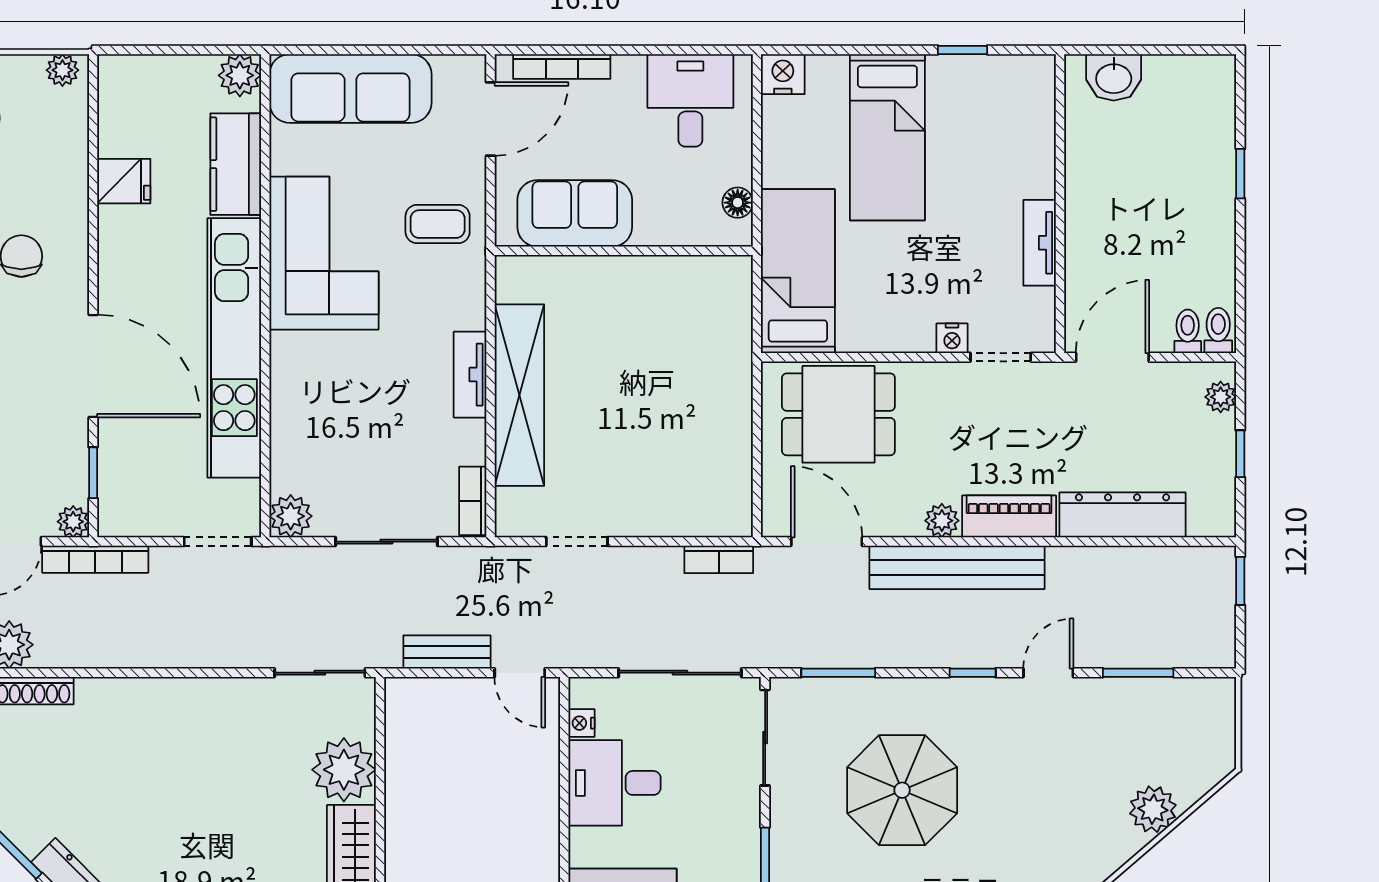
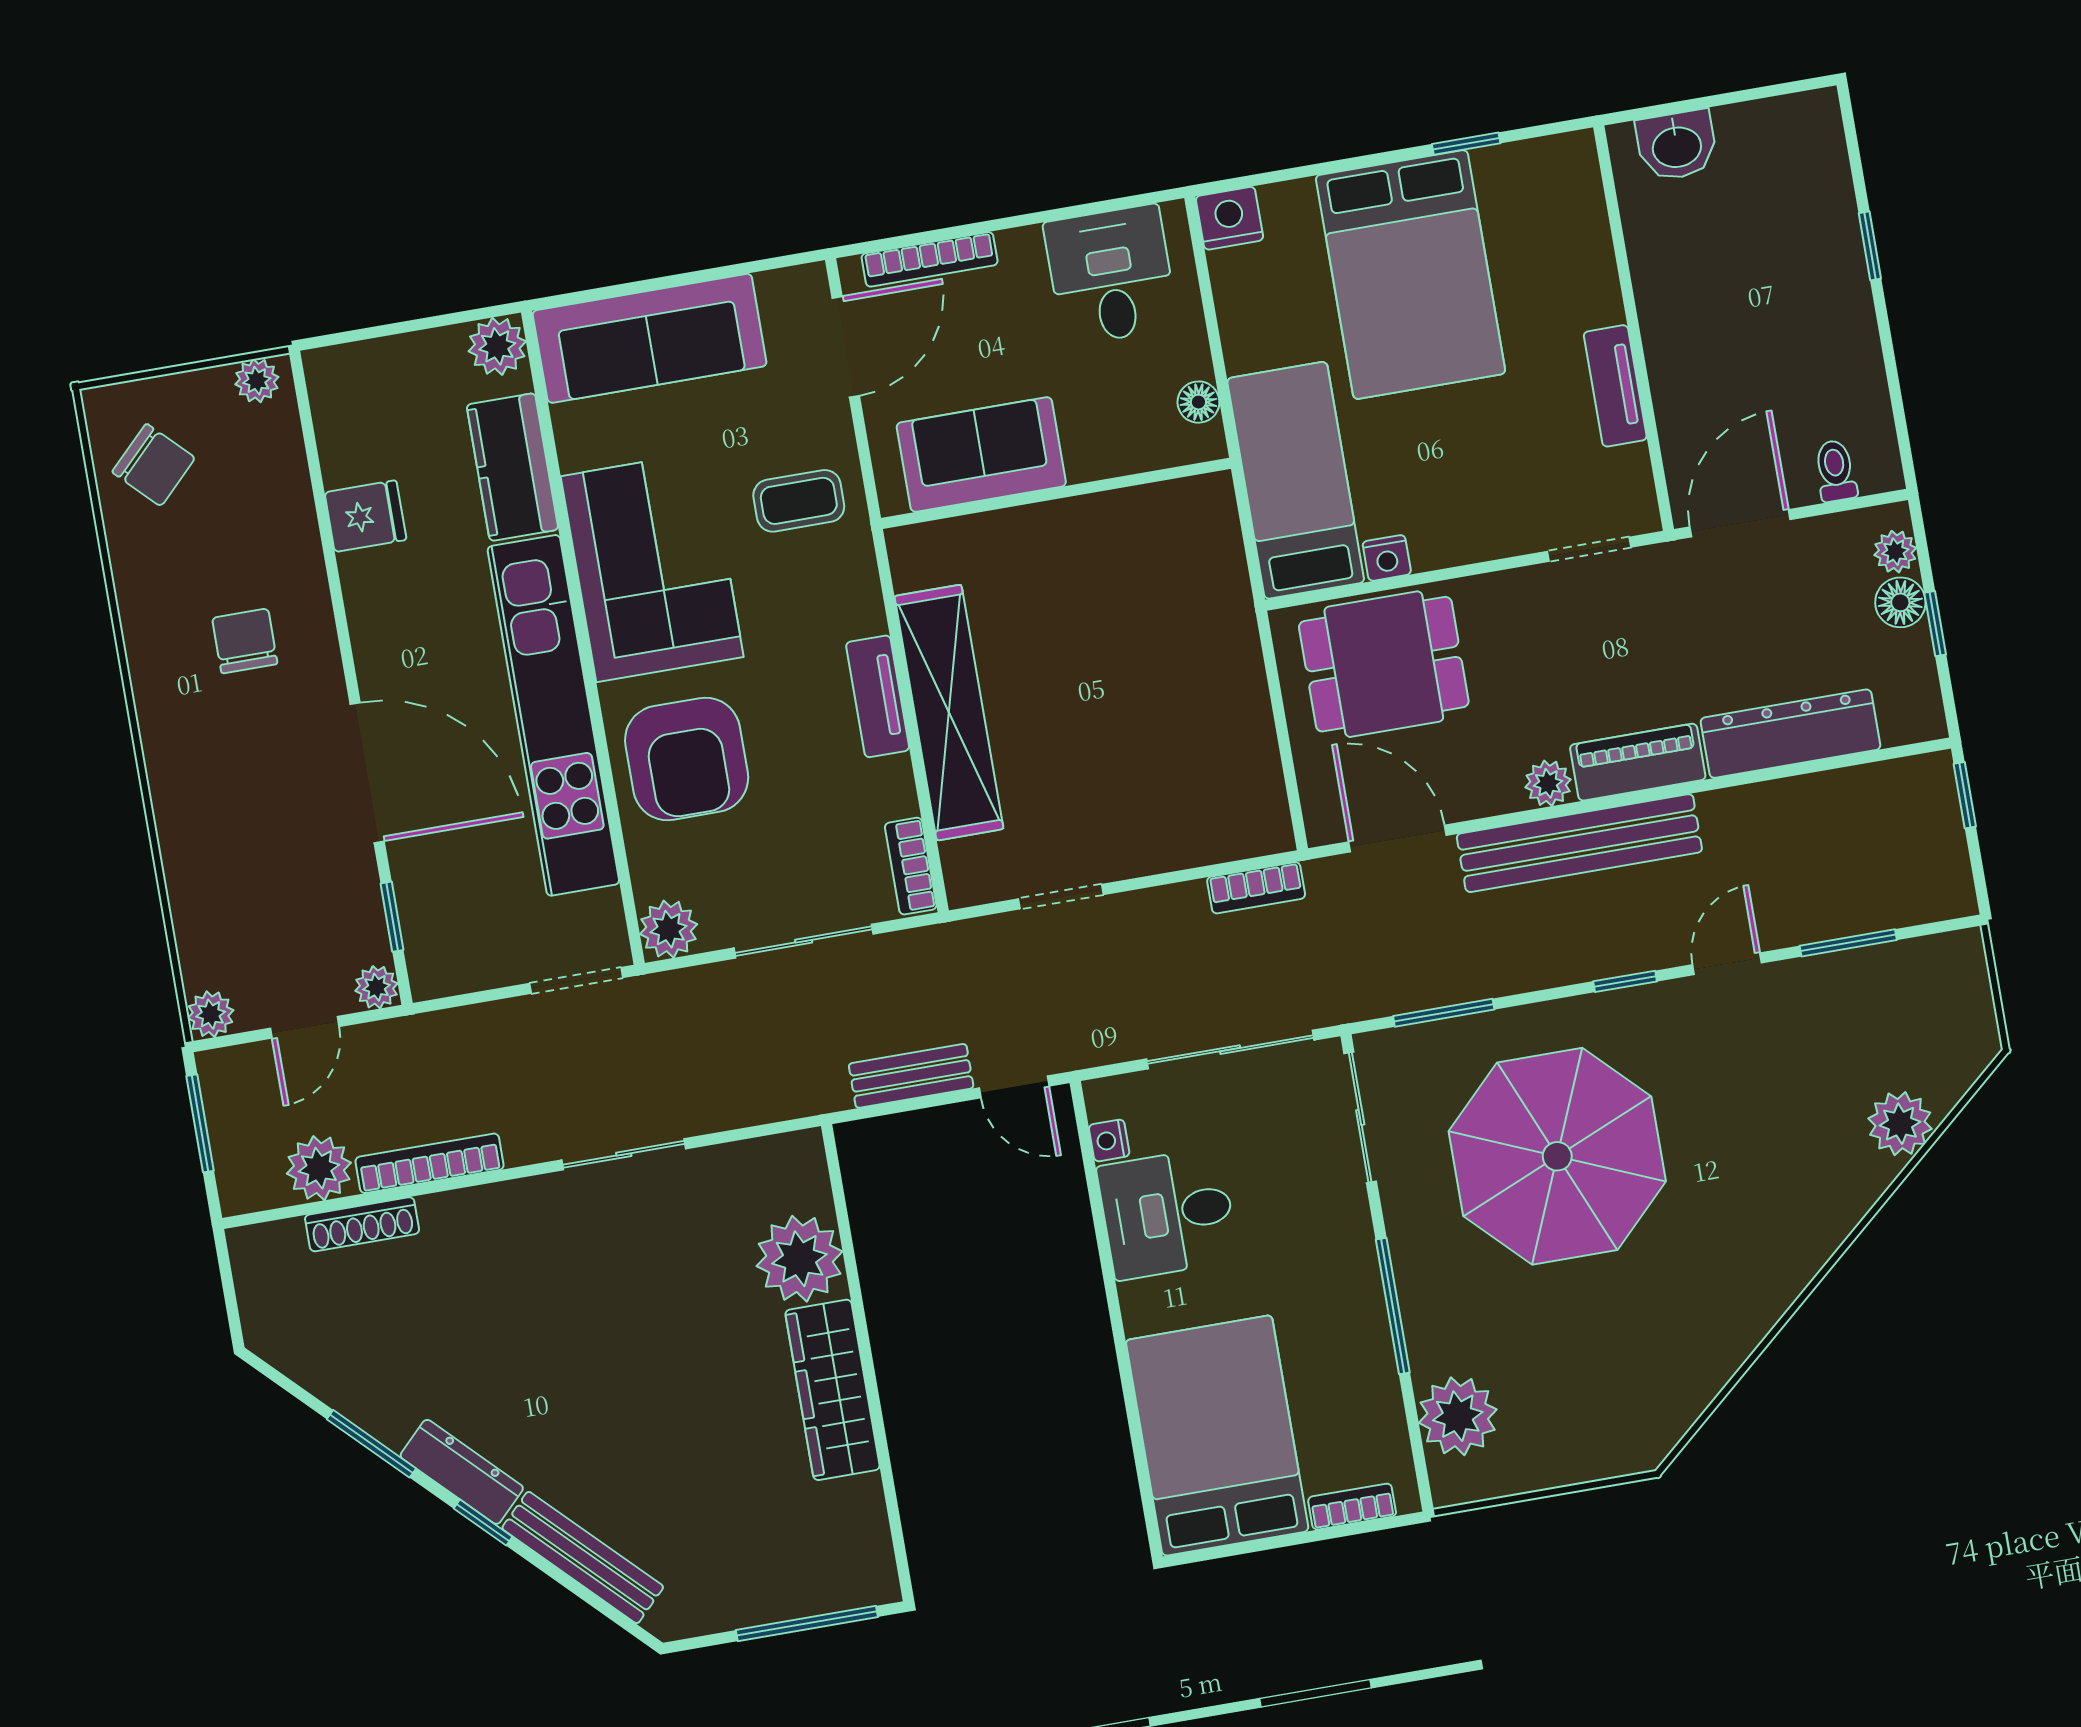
bed: (887, 137) -> (1411, 275), width x1.50
toilet: (1218, 330) -> (1877, 463), removed
nightstand: (952, 338) -> (1387, 558), moved
armchair: (325, 396) -> (687, 759), added
floor lamp: (1218, 434) -> (1900, 602), added
bookcase: (95, 559) -> (429, 1163), moved, turned 180
sliding door: (320, 673) -> (624, 1154), moved
parasol: (902, 790) -> (1557, 1156), width x1.36, depth x1.36

